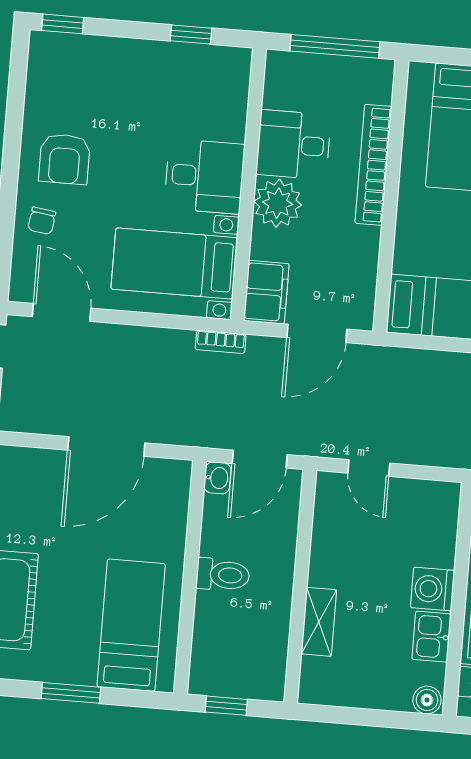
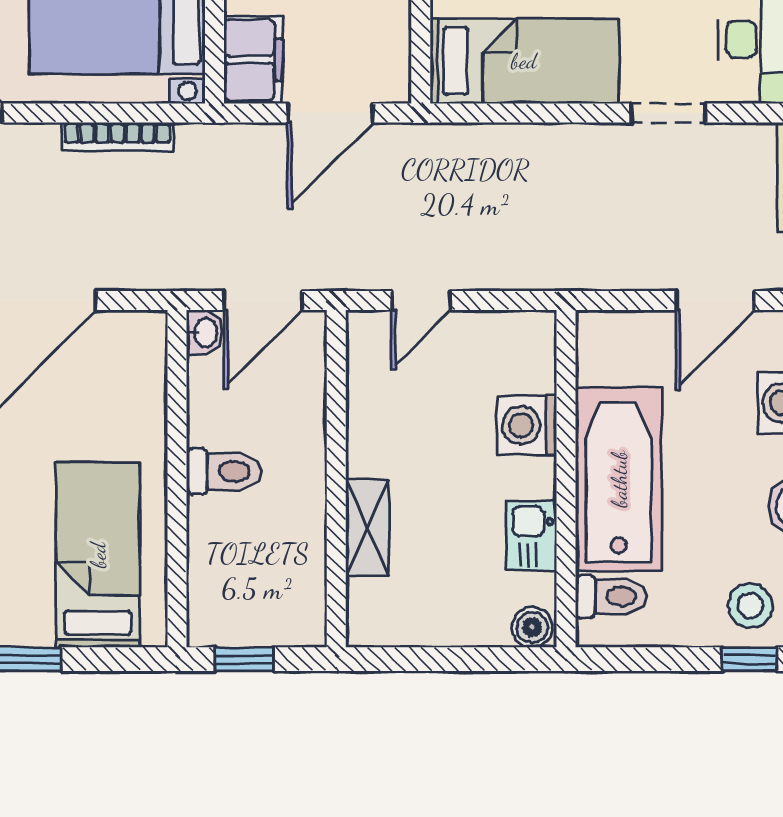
bookcase: (221, 342) -> (117, 137), moved, width x1.56
door: (369, 468) -> (421, 301), hinge flipped
washing machine: (433, 589) -> (527, 425), moved

